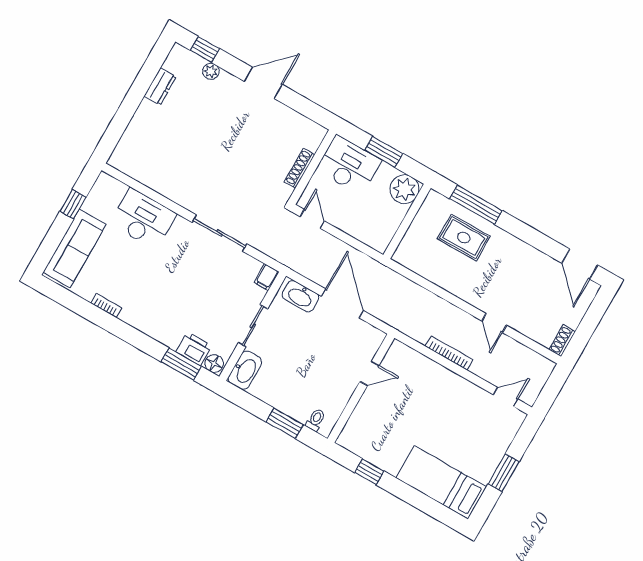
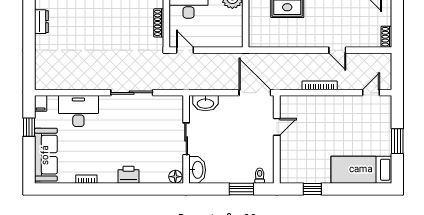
filing cabinet: (267, 277) -> (41, 103), moved
door: (342, 303) -> (255, 93), moved
printer: (194, 349) -> (129, 175), moved
window: (181, 364) -> (155, 189), removed

